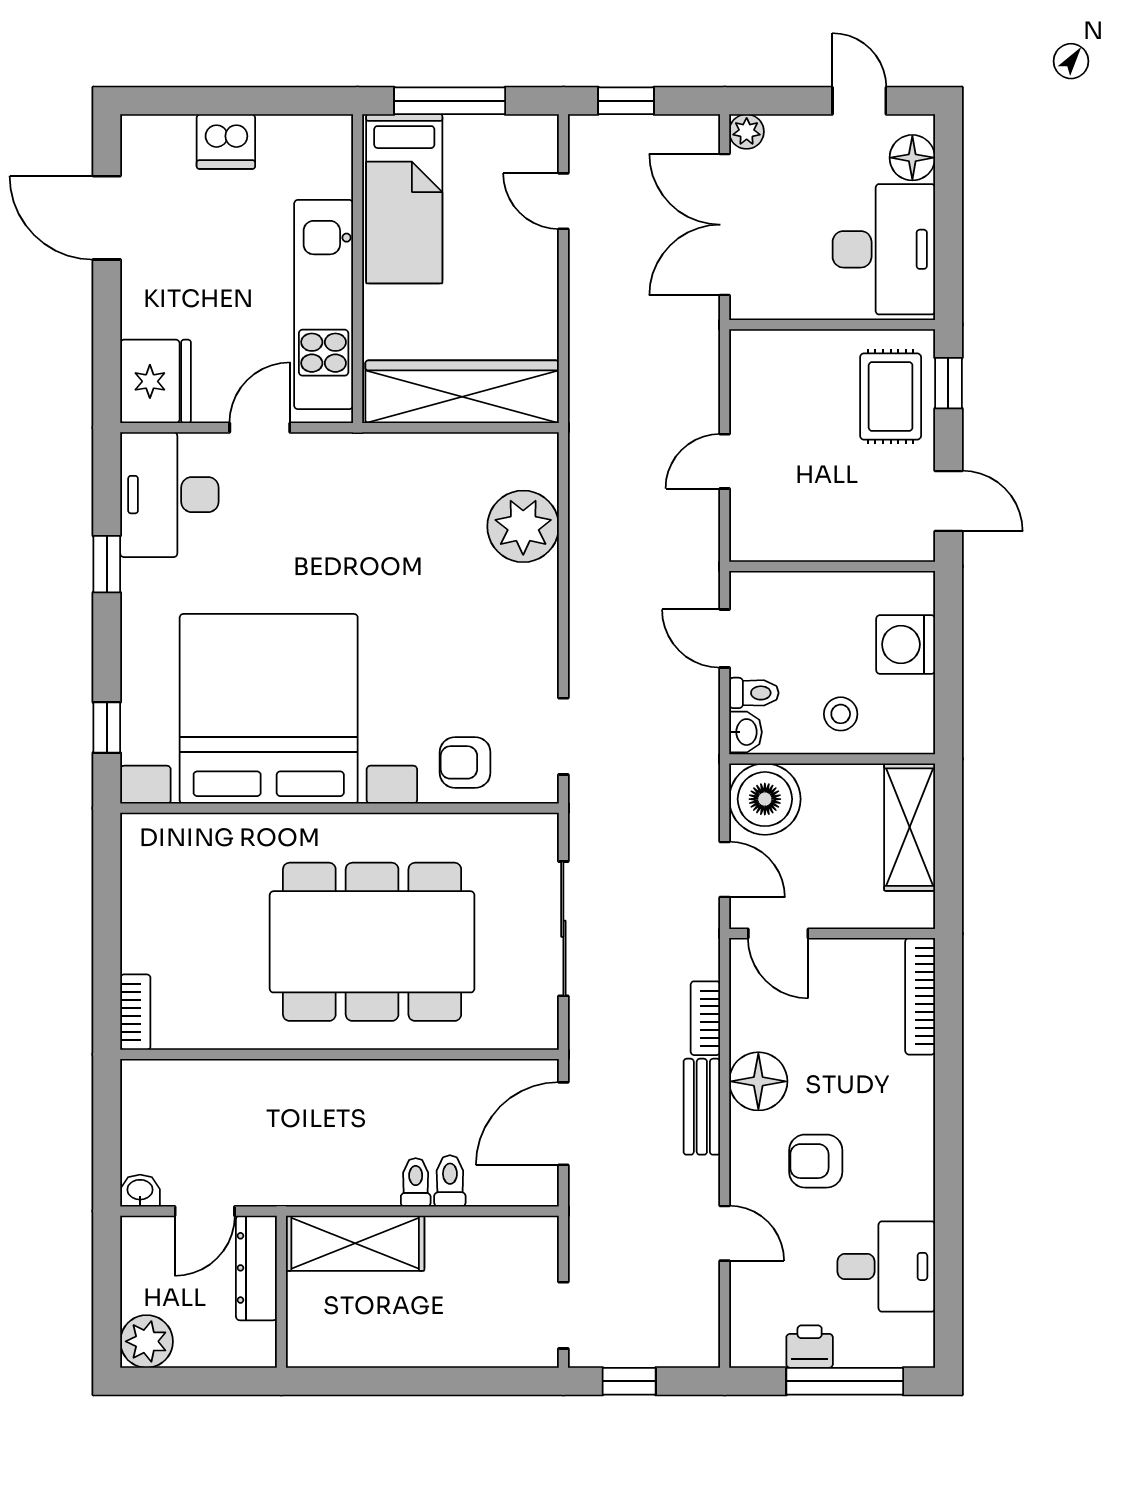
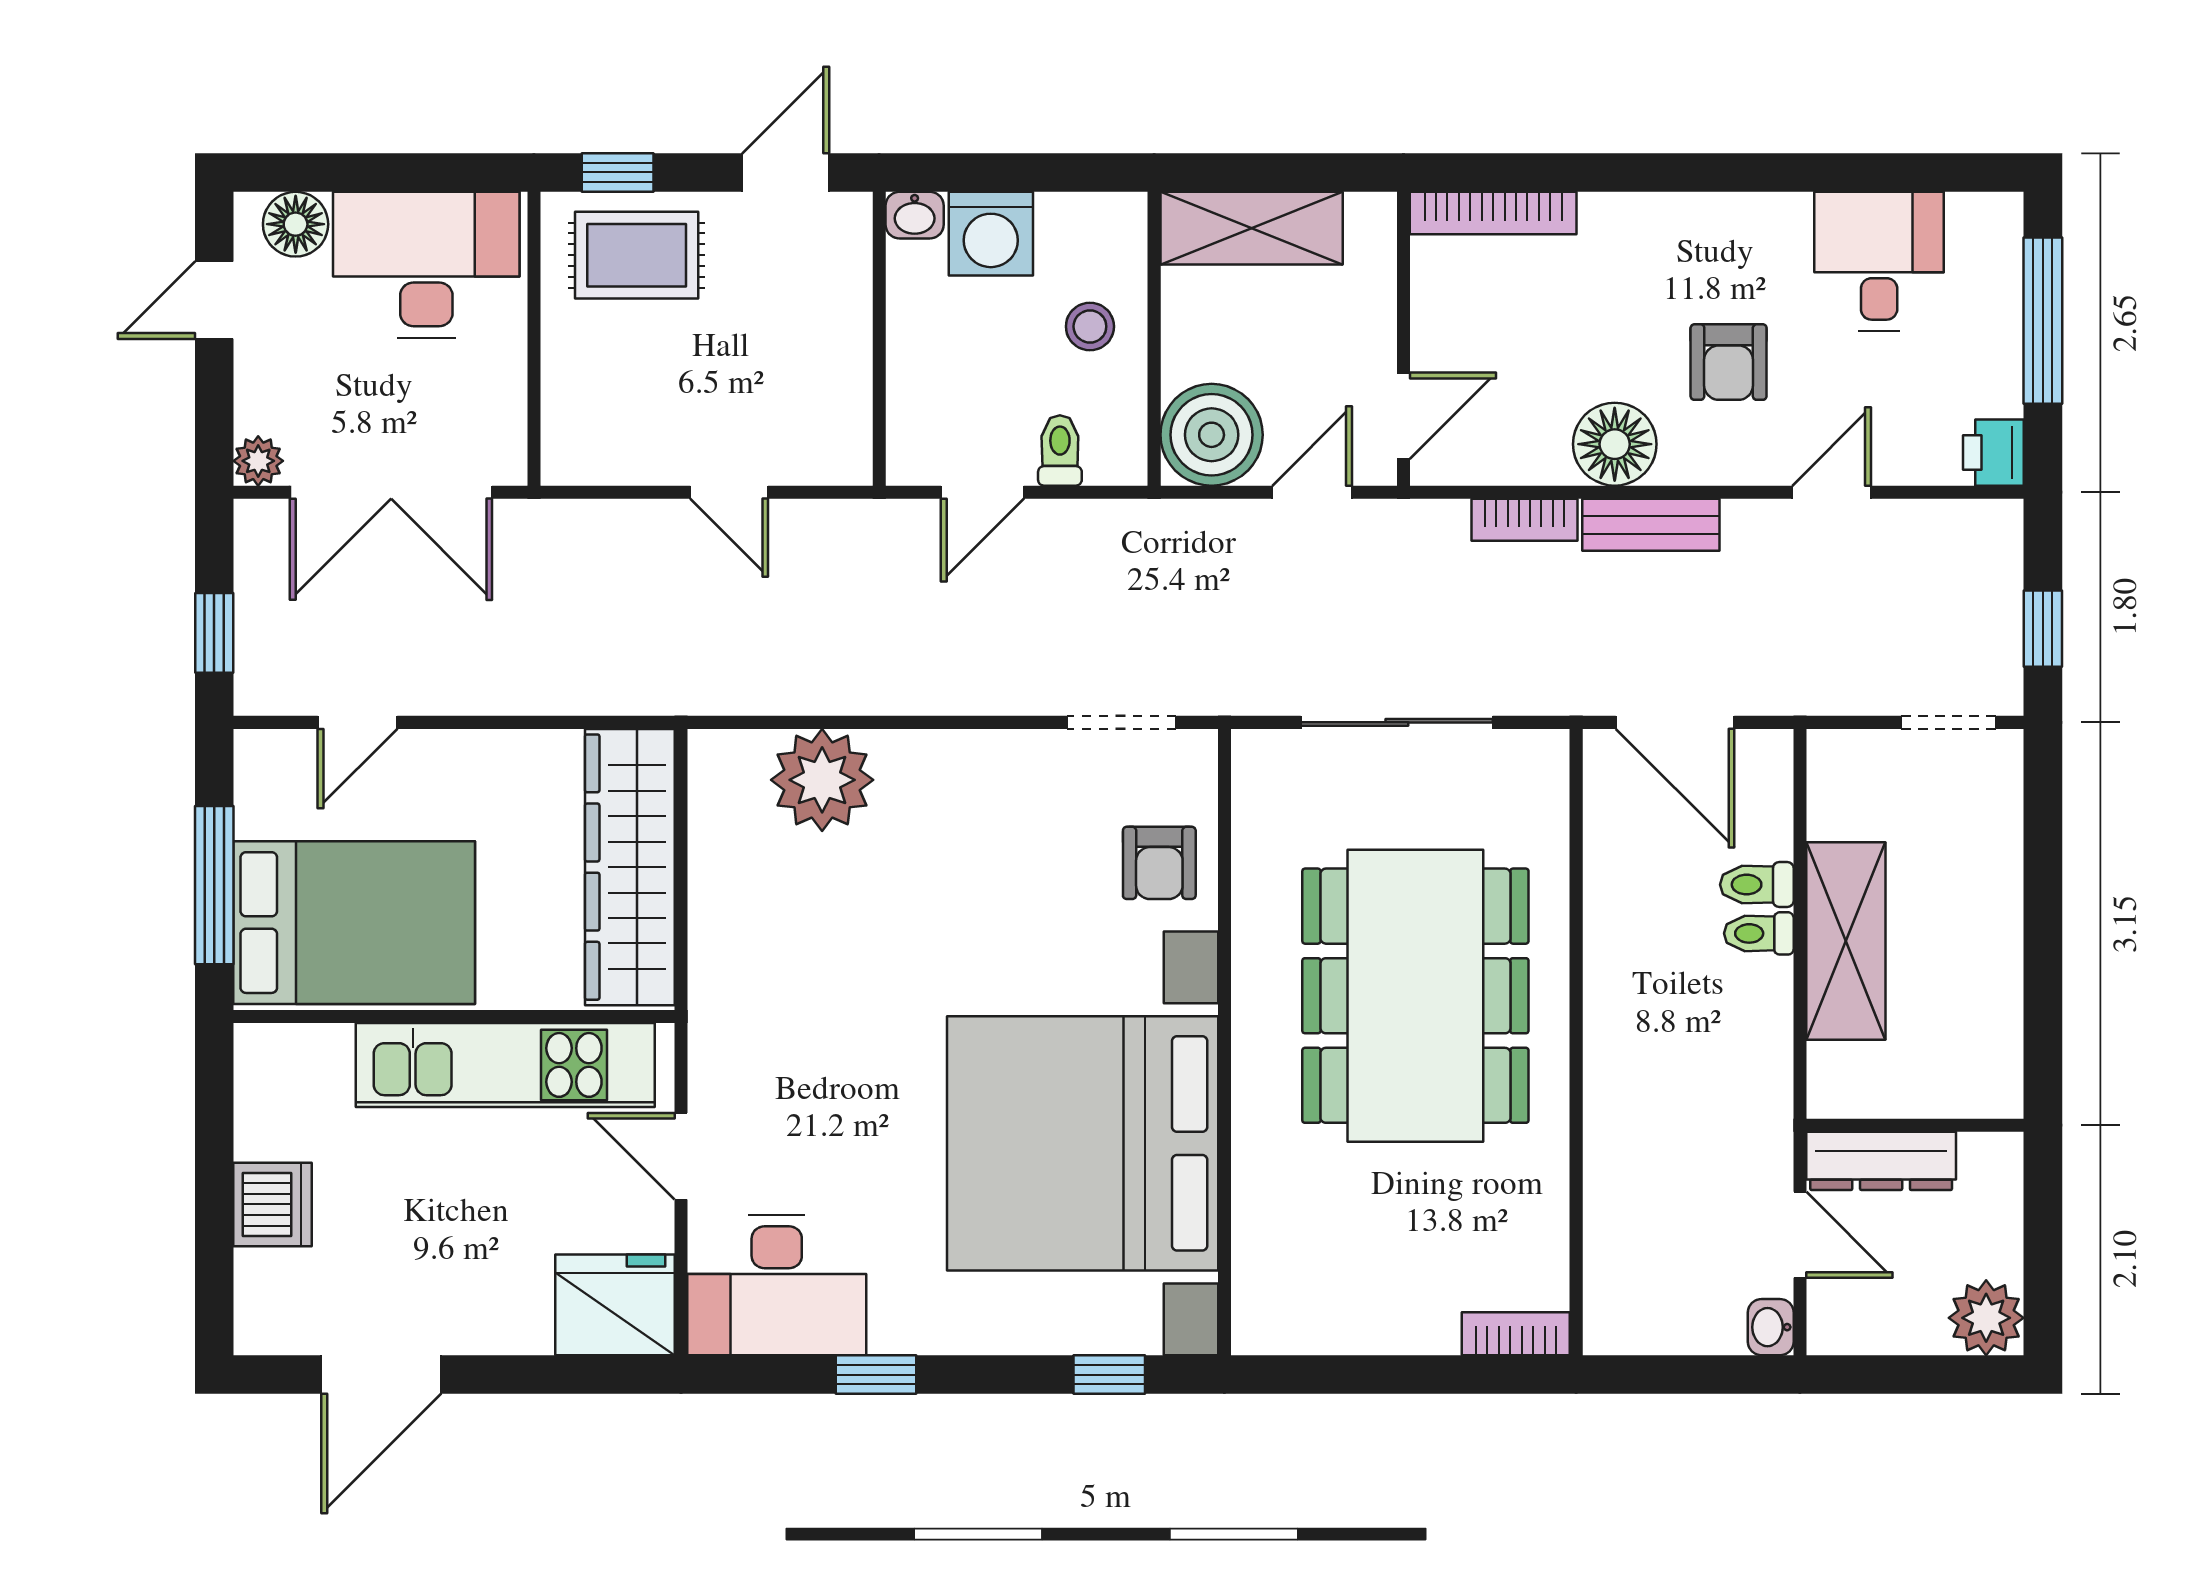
bed: (404, 199) -> (354, 923), width x1.50
washbasin: (746, 732) -> (915, 215), moved, turned 180
shelving: (355, 1243) -> (1846, 941), moved
printer: (810, 1347) -> (1993, 453), moved

